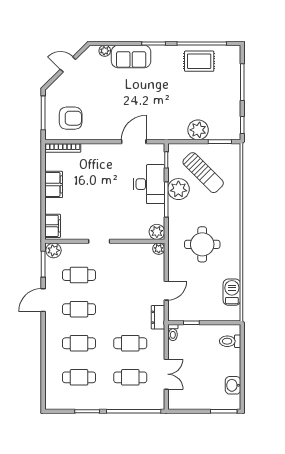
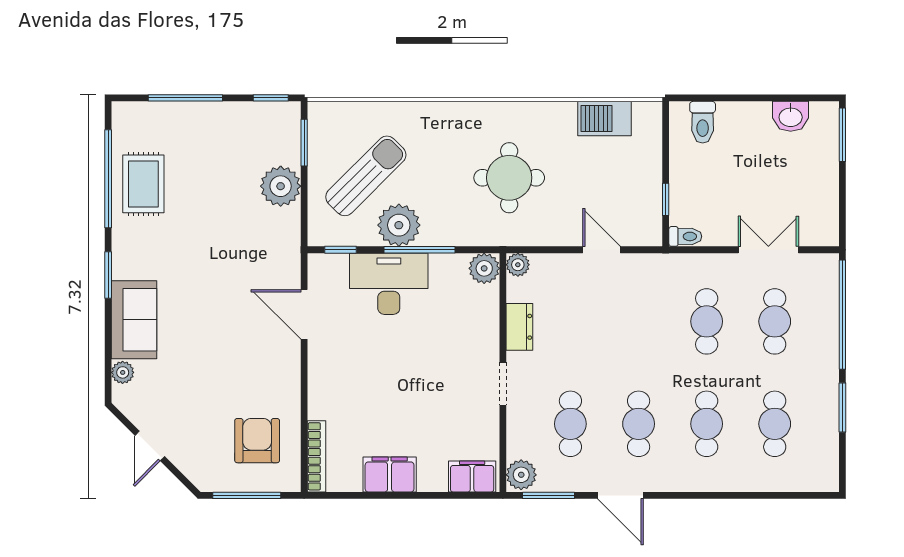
dresser: (158, 317) -> (519, 327), moved, turned -90

